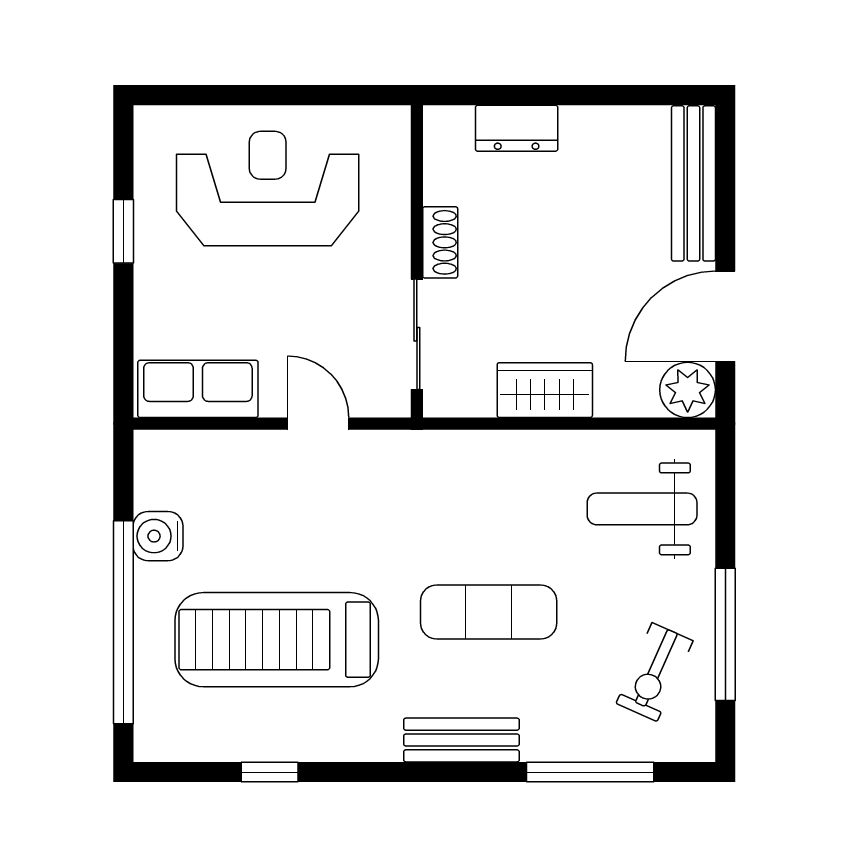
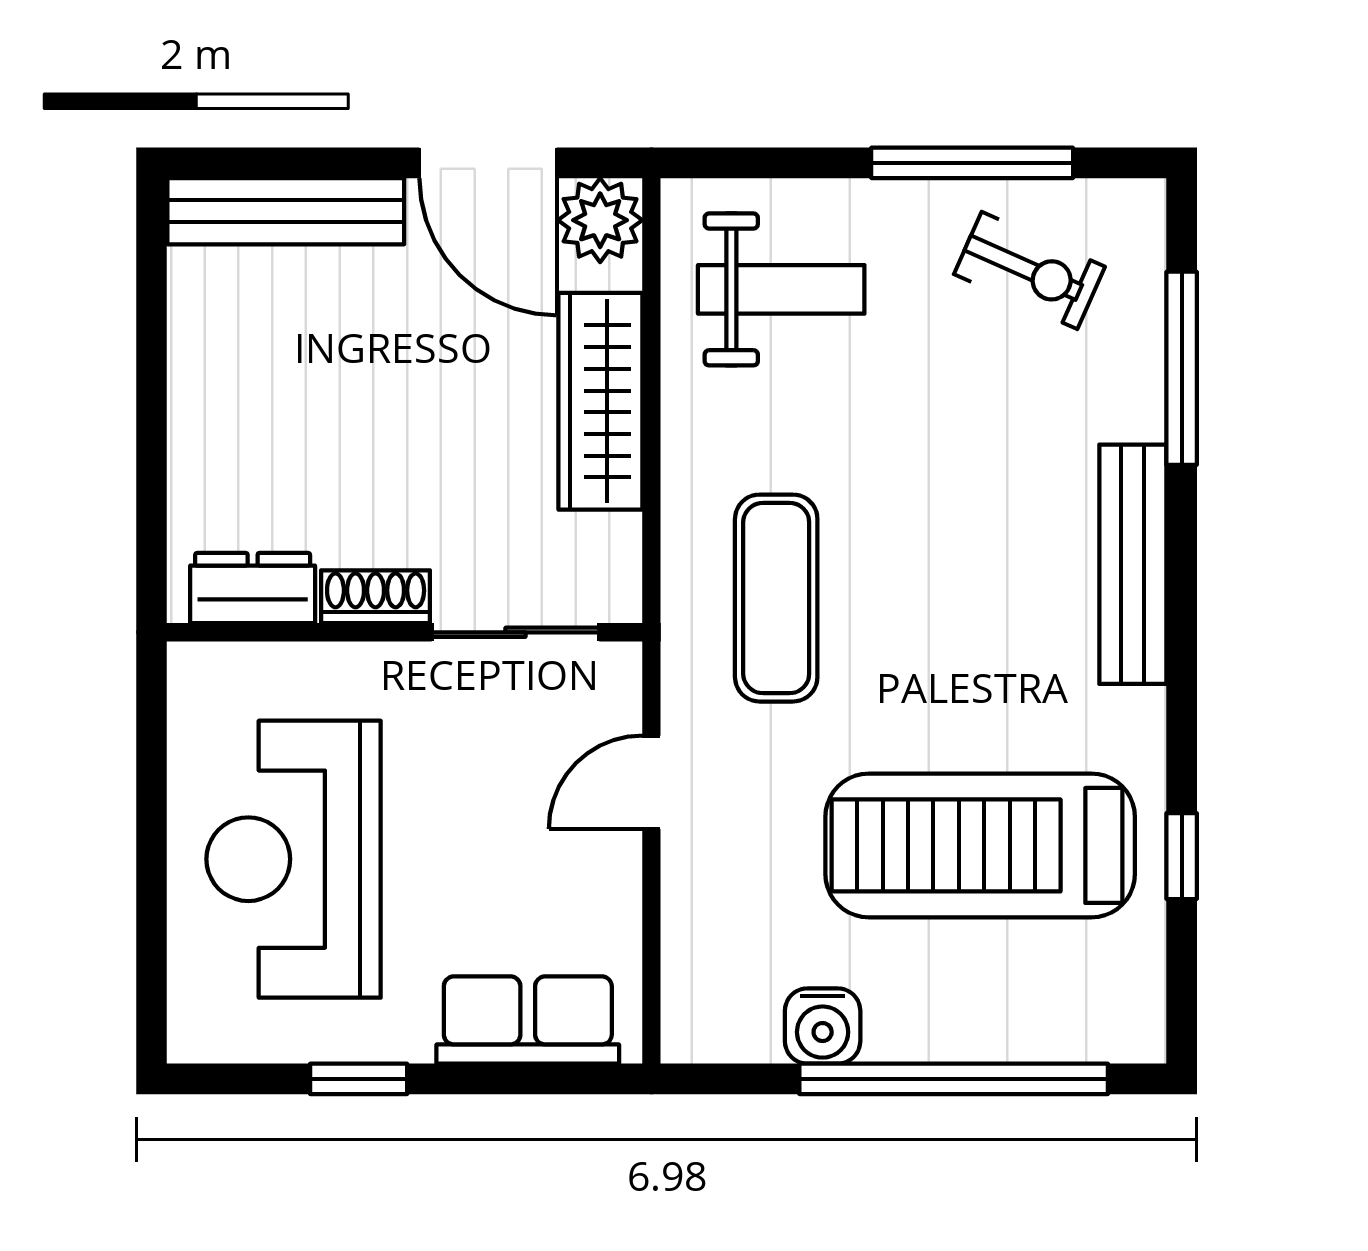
dresser: (517, 128) -> (253, 588), moved, turned -90
row of seats: (198, 389) -> (528, 1020), moved, turned 90
wardrobe: (545, 390) -> (600, 401), width x1.50
weight bench: (642, 509) -> (781, 289), turned -90
exercise mat: (489, 612) -> (776, 598), moved
treadmill: (277, 640) -> (980, 845), turned 90
bench: (461, 740) -> (1133, 564), width x1.36

